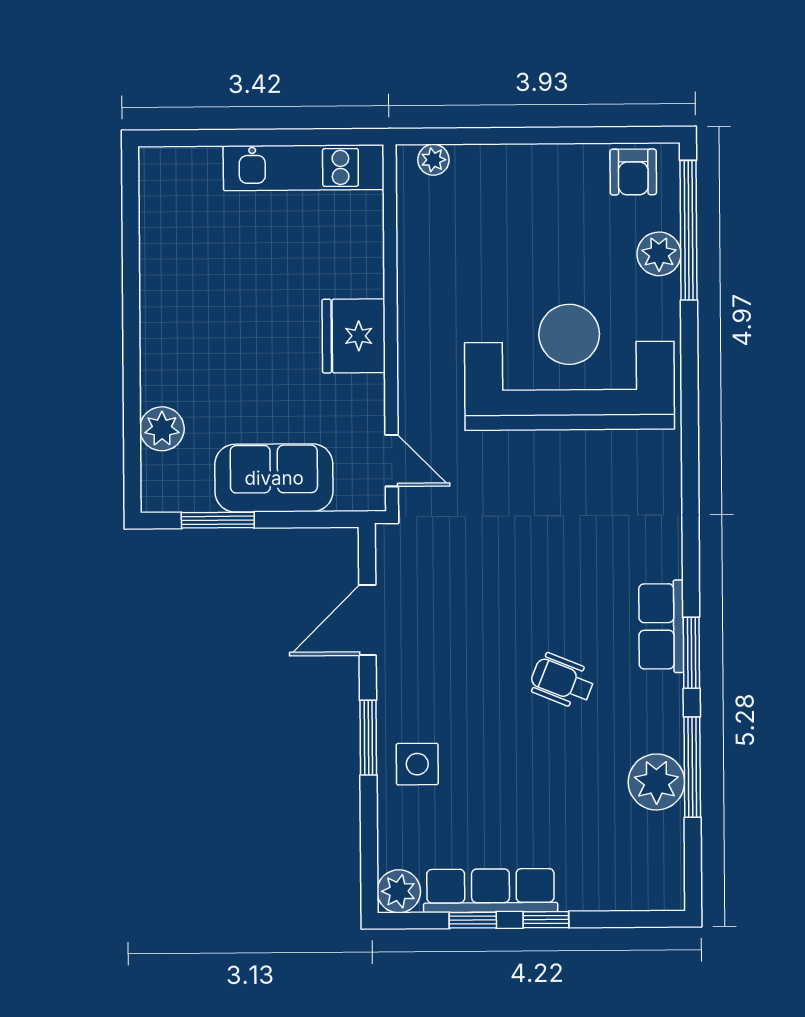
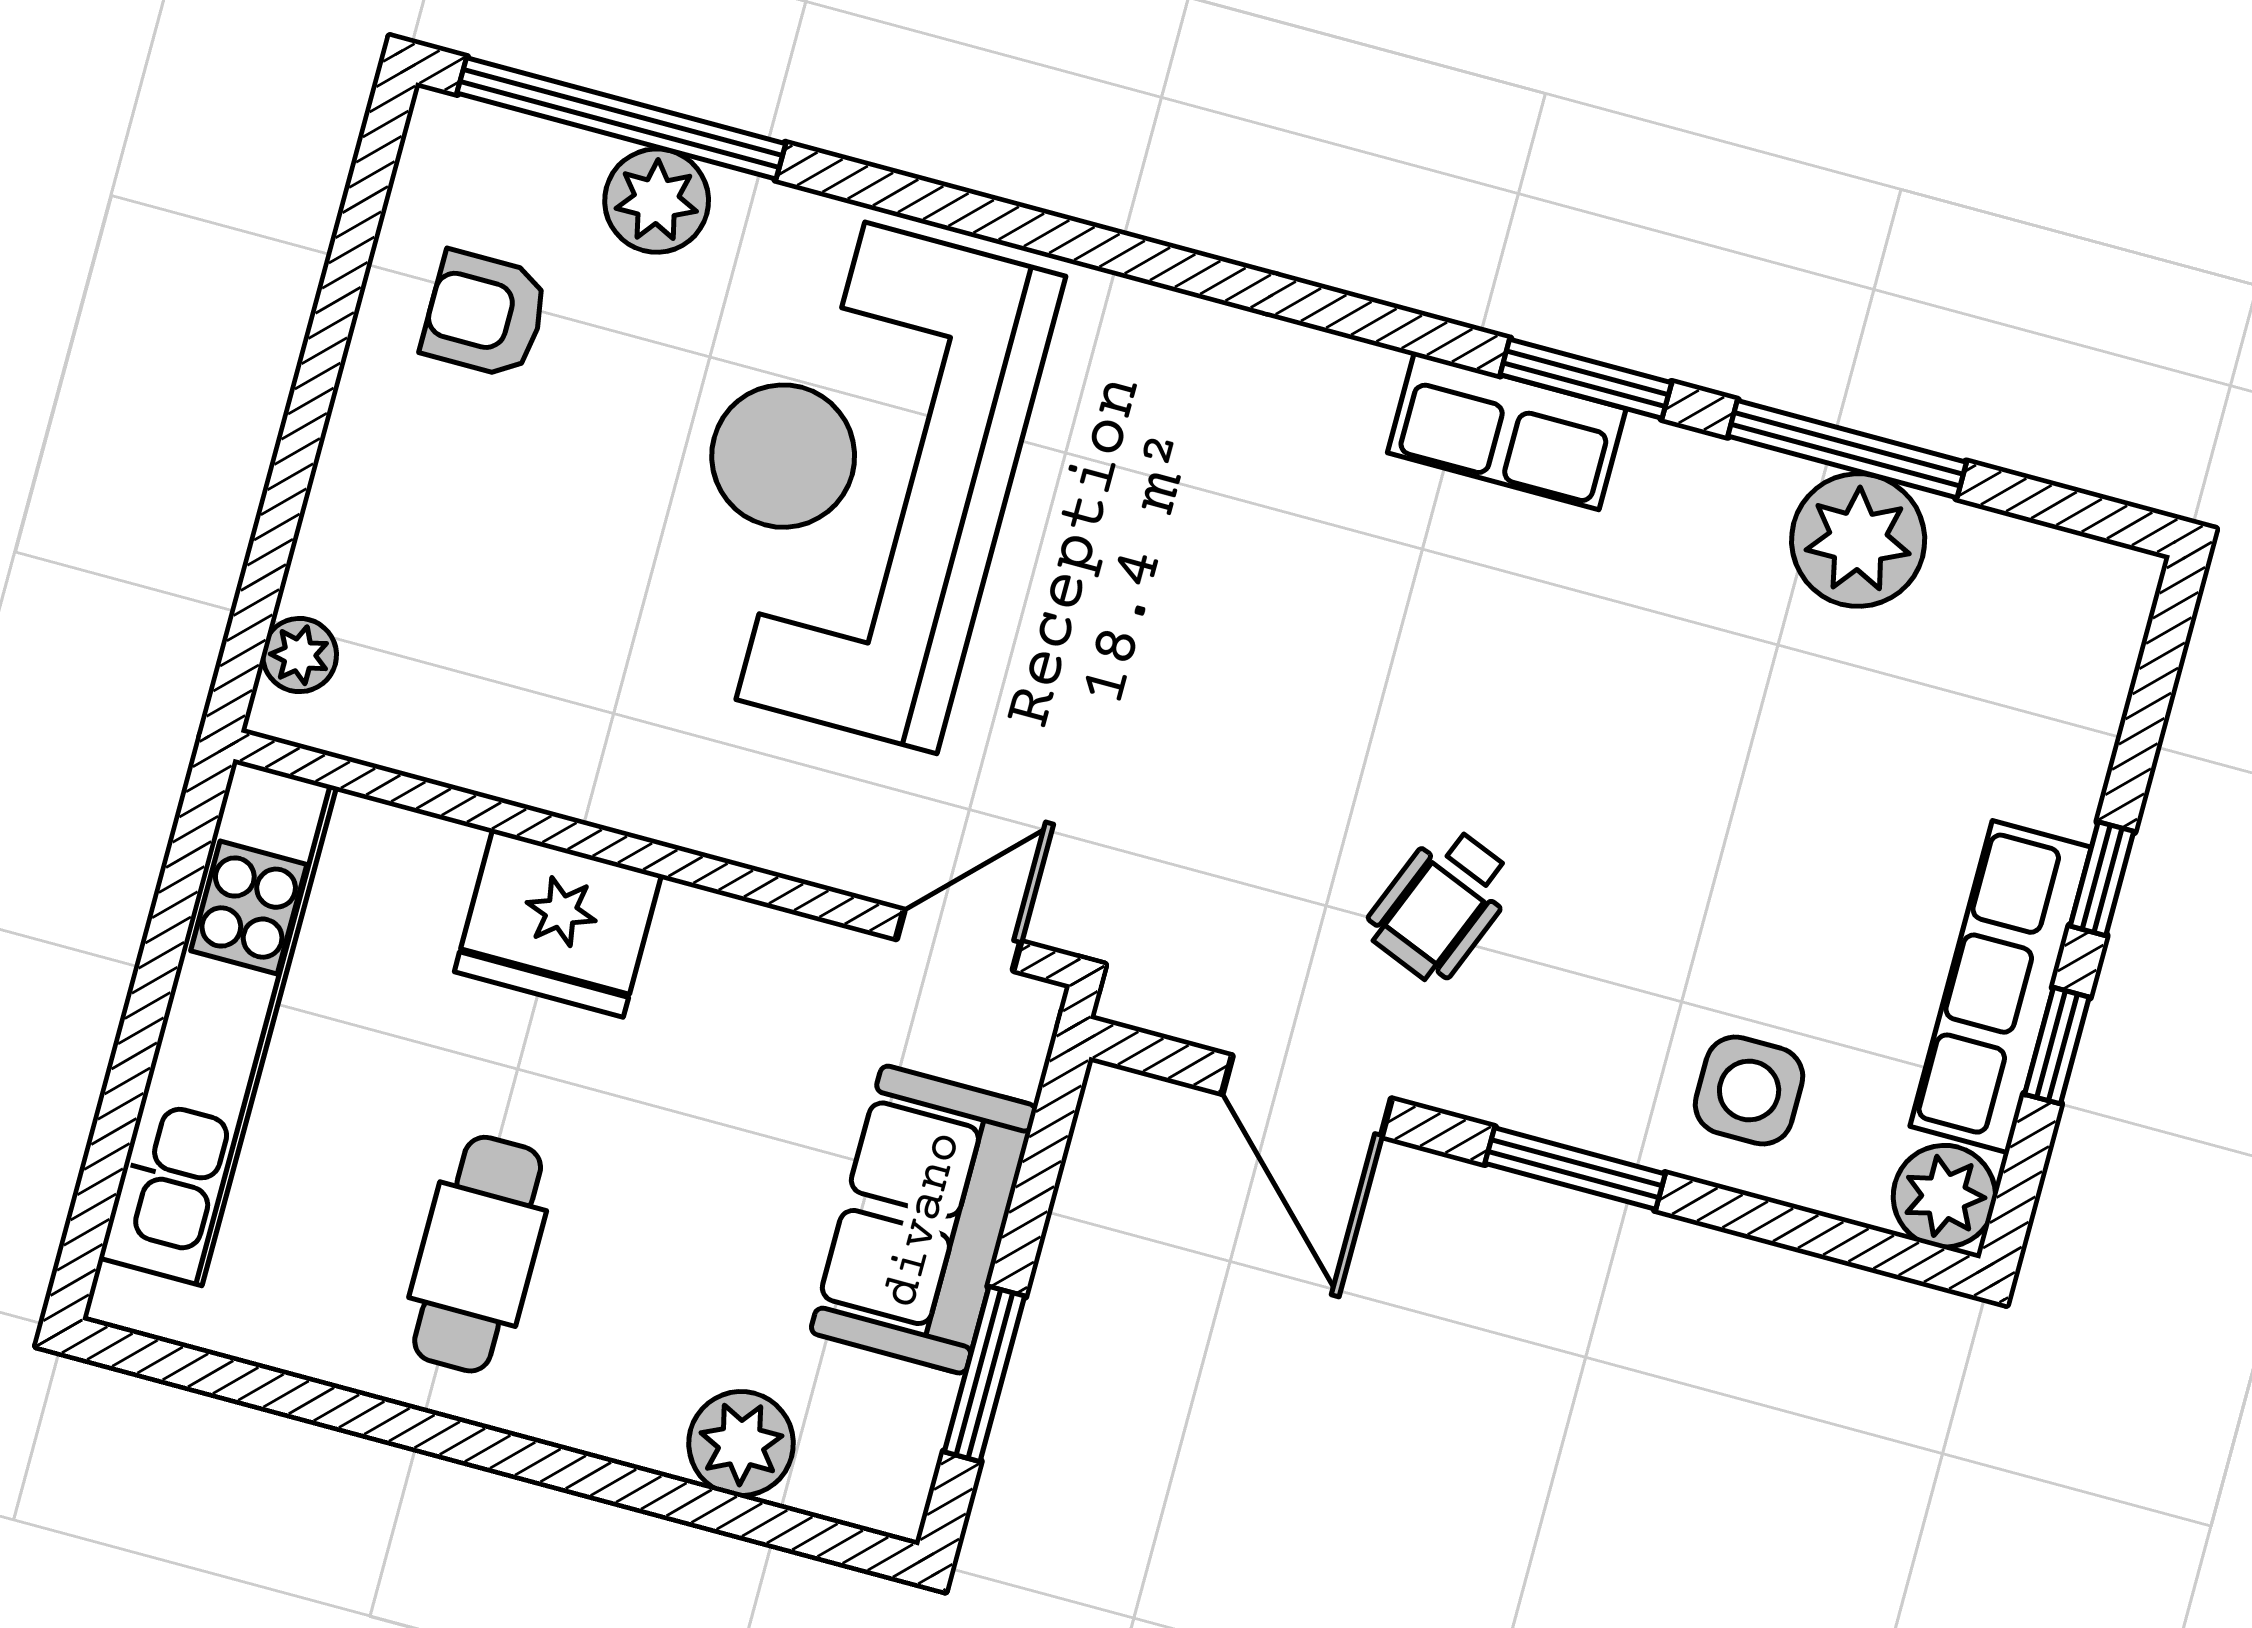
kitchen unit: (304, 168) -> (218, 1022), width x1.36
armchair: (633, 172) -> (485, 314), moved, turned 180
cafe table: (209, 300) -> (478, 1254), added
fridge: (354, 336) -> (558, 923), moved
wheelchair: (562, 681) -> (1441, 904), moved
side table: (417, 764) -> (1749, 1090), moved

